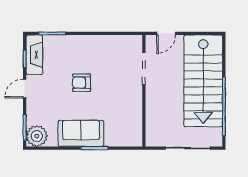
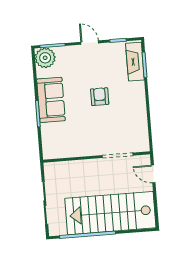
fireplace: (34, 55) -> (135, 62), moved, turned 90

